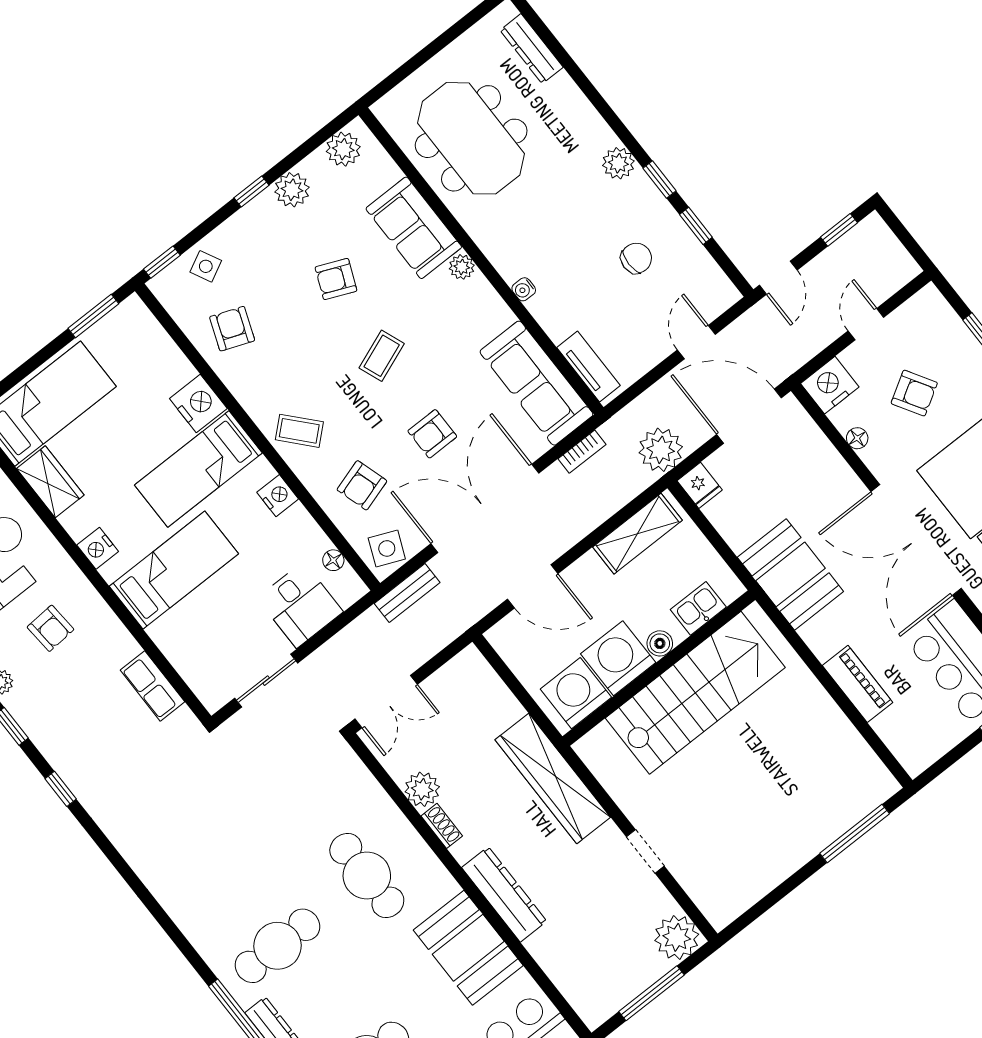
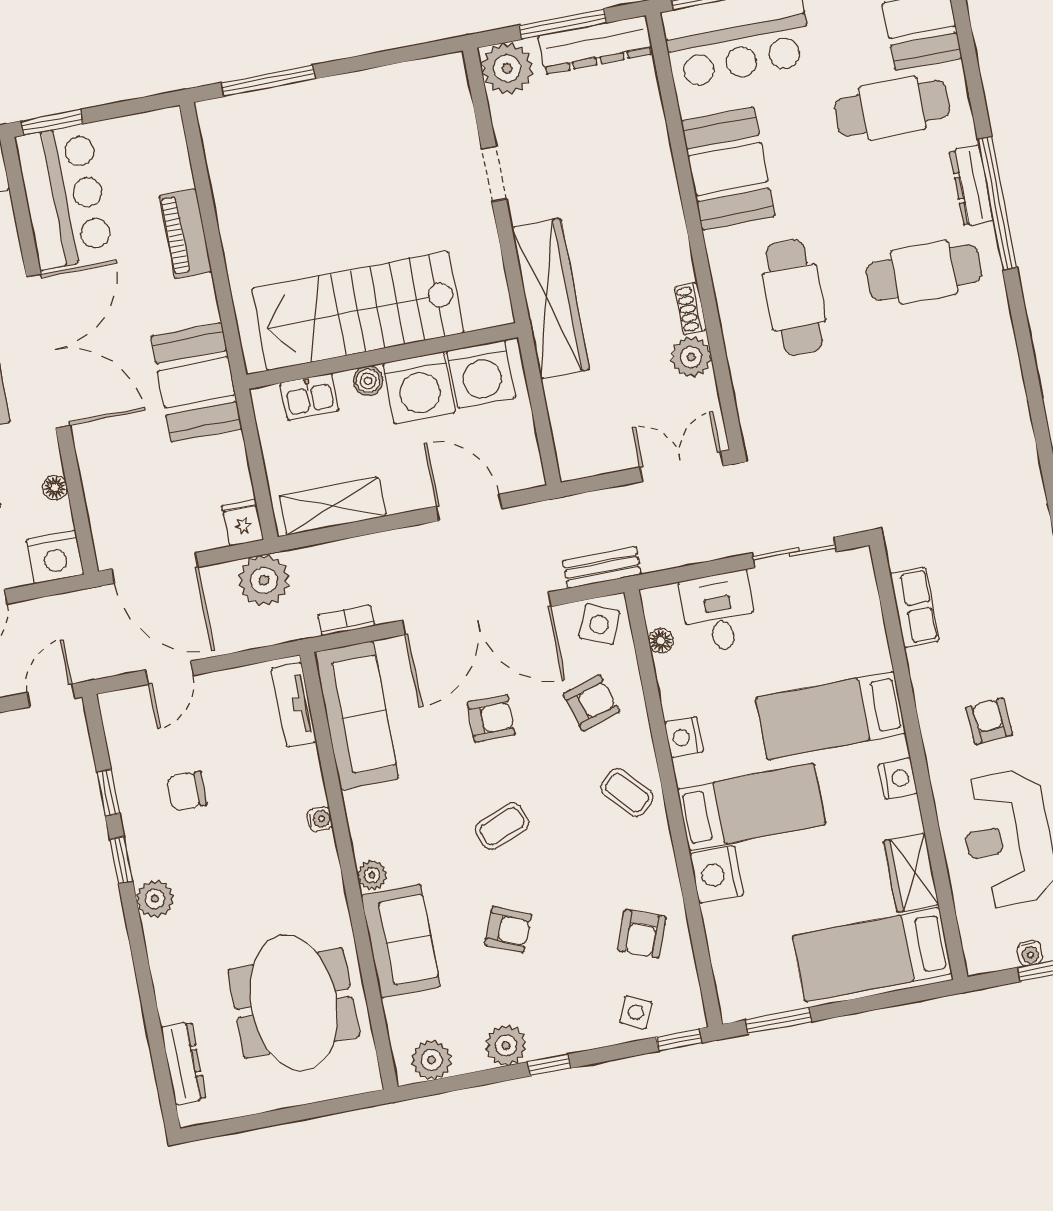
side table: (206, 266) -> (636, 1012), turned -38
dresser: (504, 894) -> (595, 45), moved, turned -90

